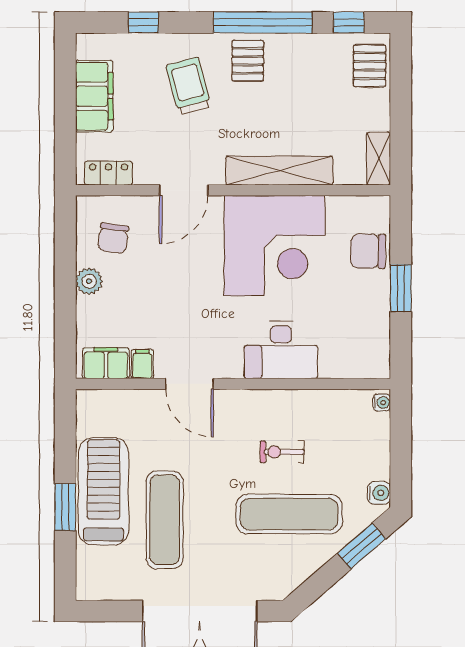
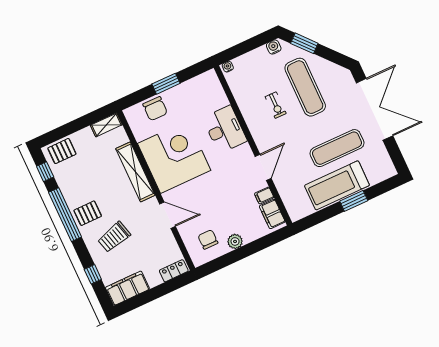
filing cabinet: (94, 96) -> (127, 288), moved
locker: (109, 173) -> (174, 271), moved, turned 90
chair: (113, 238) -> (208, 239), turned -98

